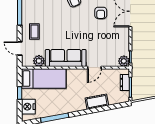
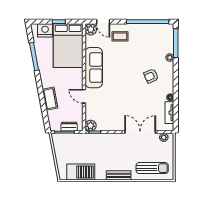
armchair: (101, 13) -> (139, 103), removed
door: (20, 48) -> (103, 22), swing flipped
plant: (39, 61) -> (91, 29), moved
bed: (44, 79) -> (68, 46), width x1.50

